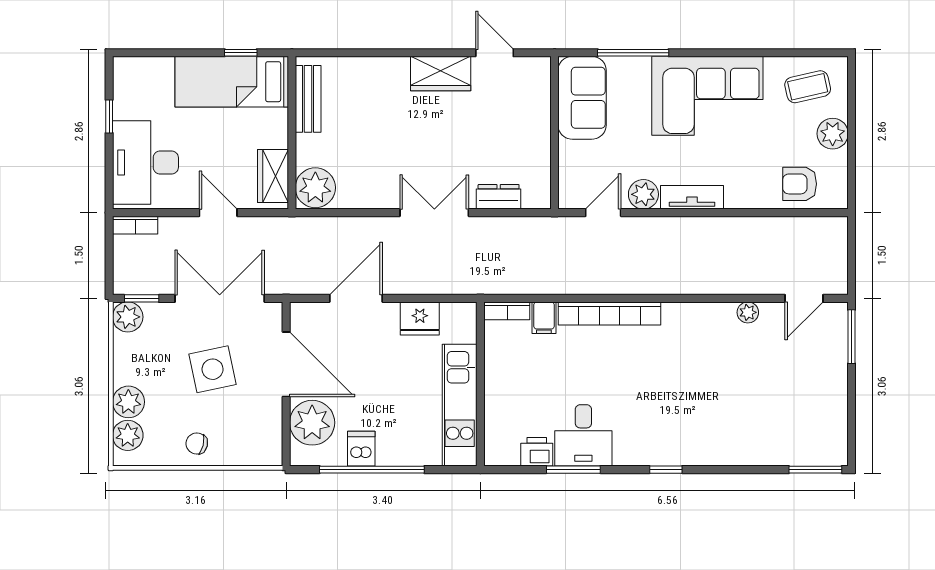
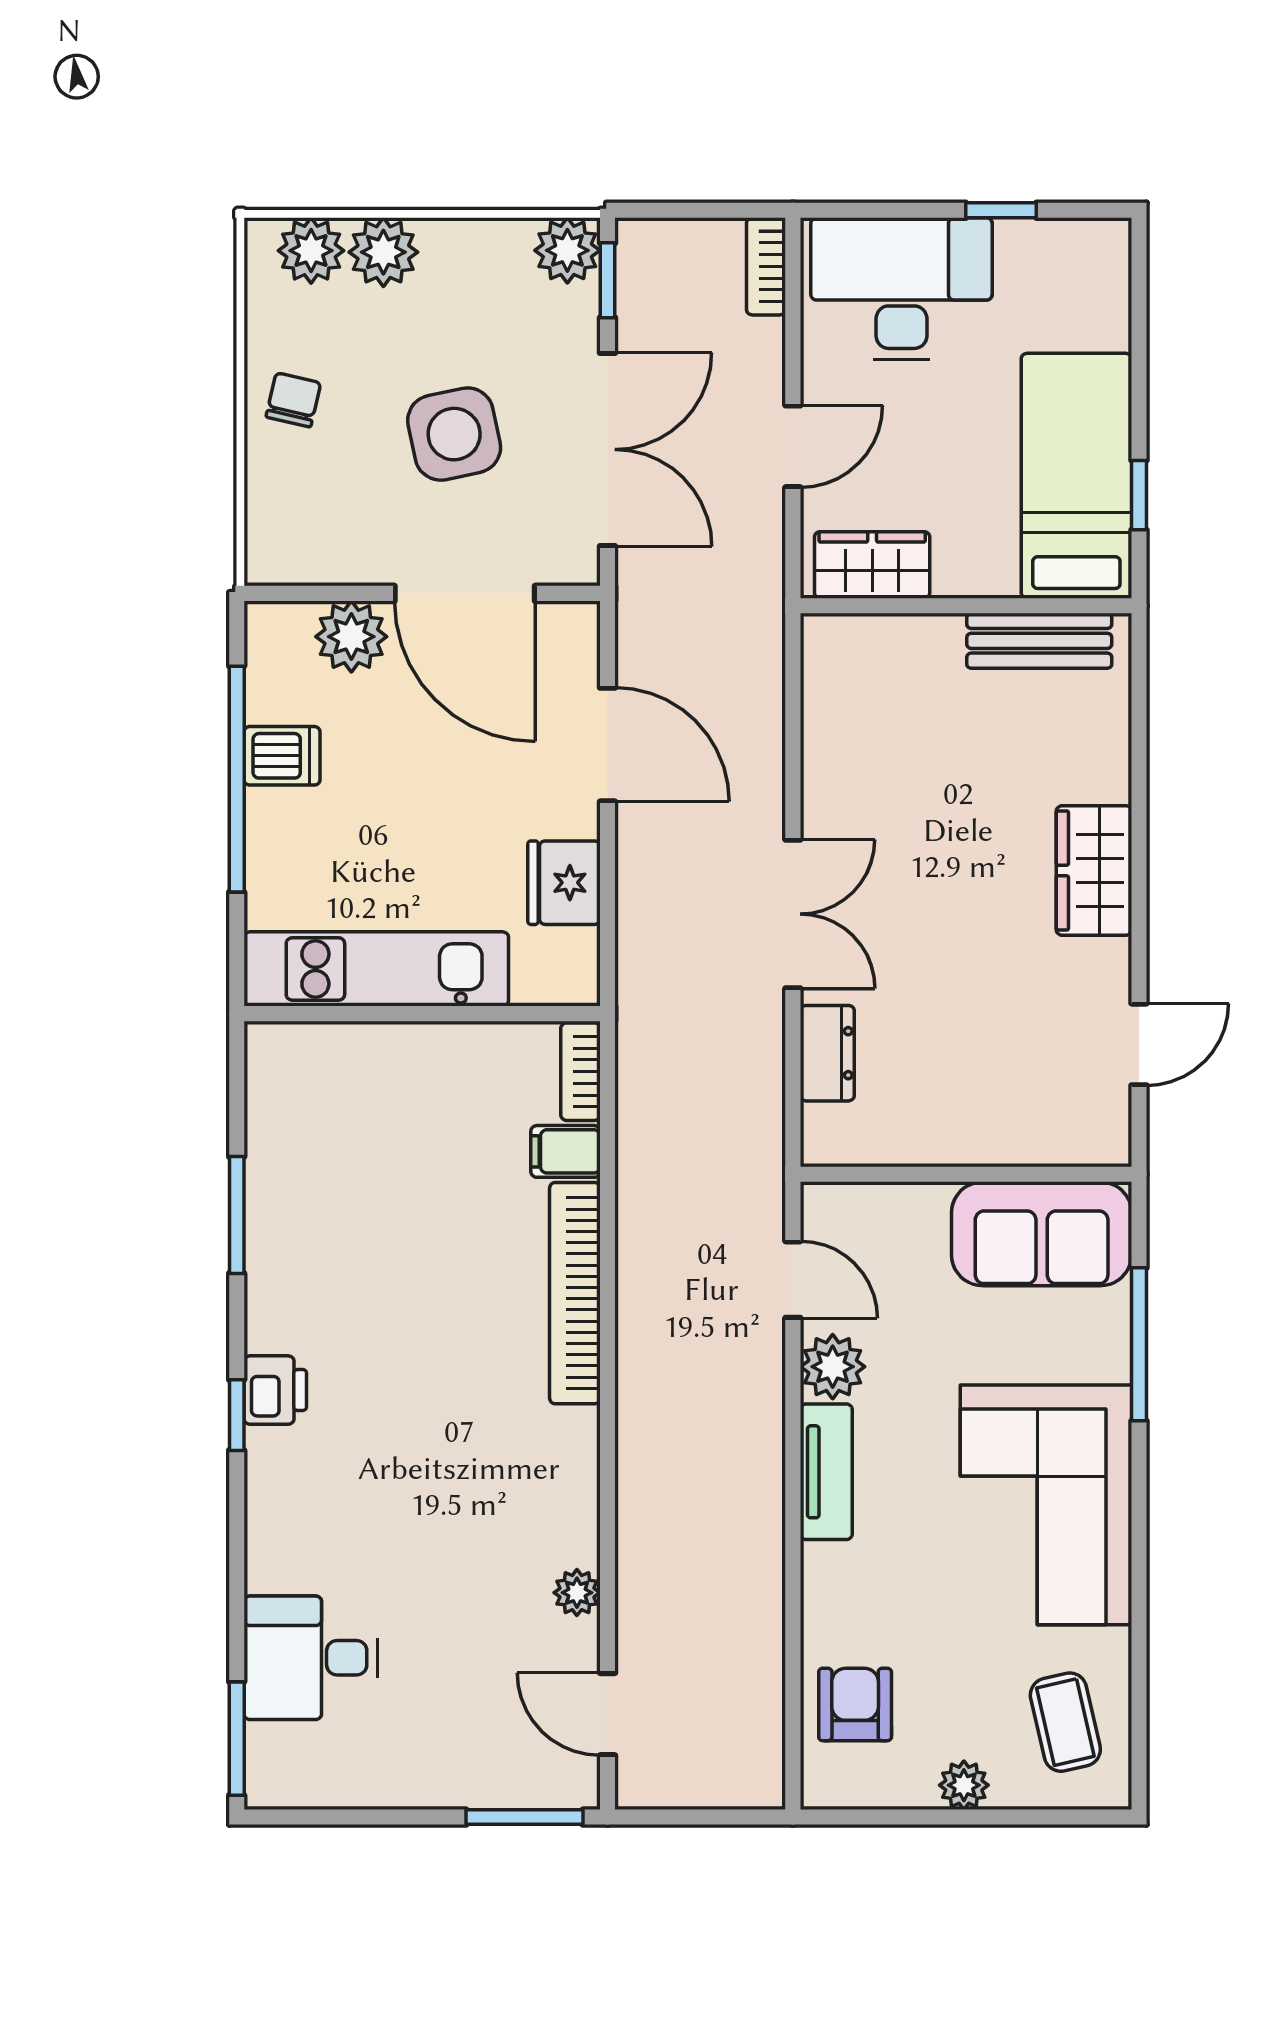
wardrobe: (441, 74) -> (1094, 871), moved
plant: (833, 134) -> (964, 1785), width x0.73, depth x0.73
plant: (315, 188) -> (847, 656), removed
door: (286, 364) -> (465, 593), hinge flipped
plant: (312, 423) -> (351, 637), width x0.73, depth x0.73
desk: (583, 435) -> (311, 1658), moved
printer: (537, 452) -> (275, 1390), moved

